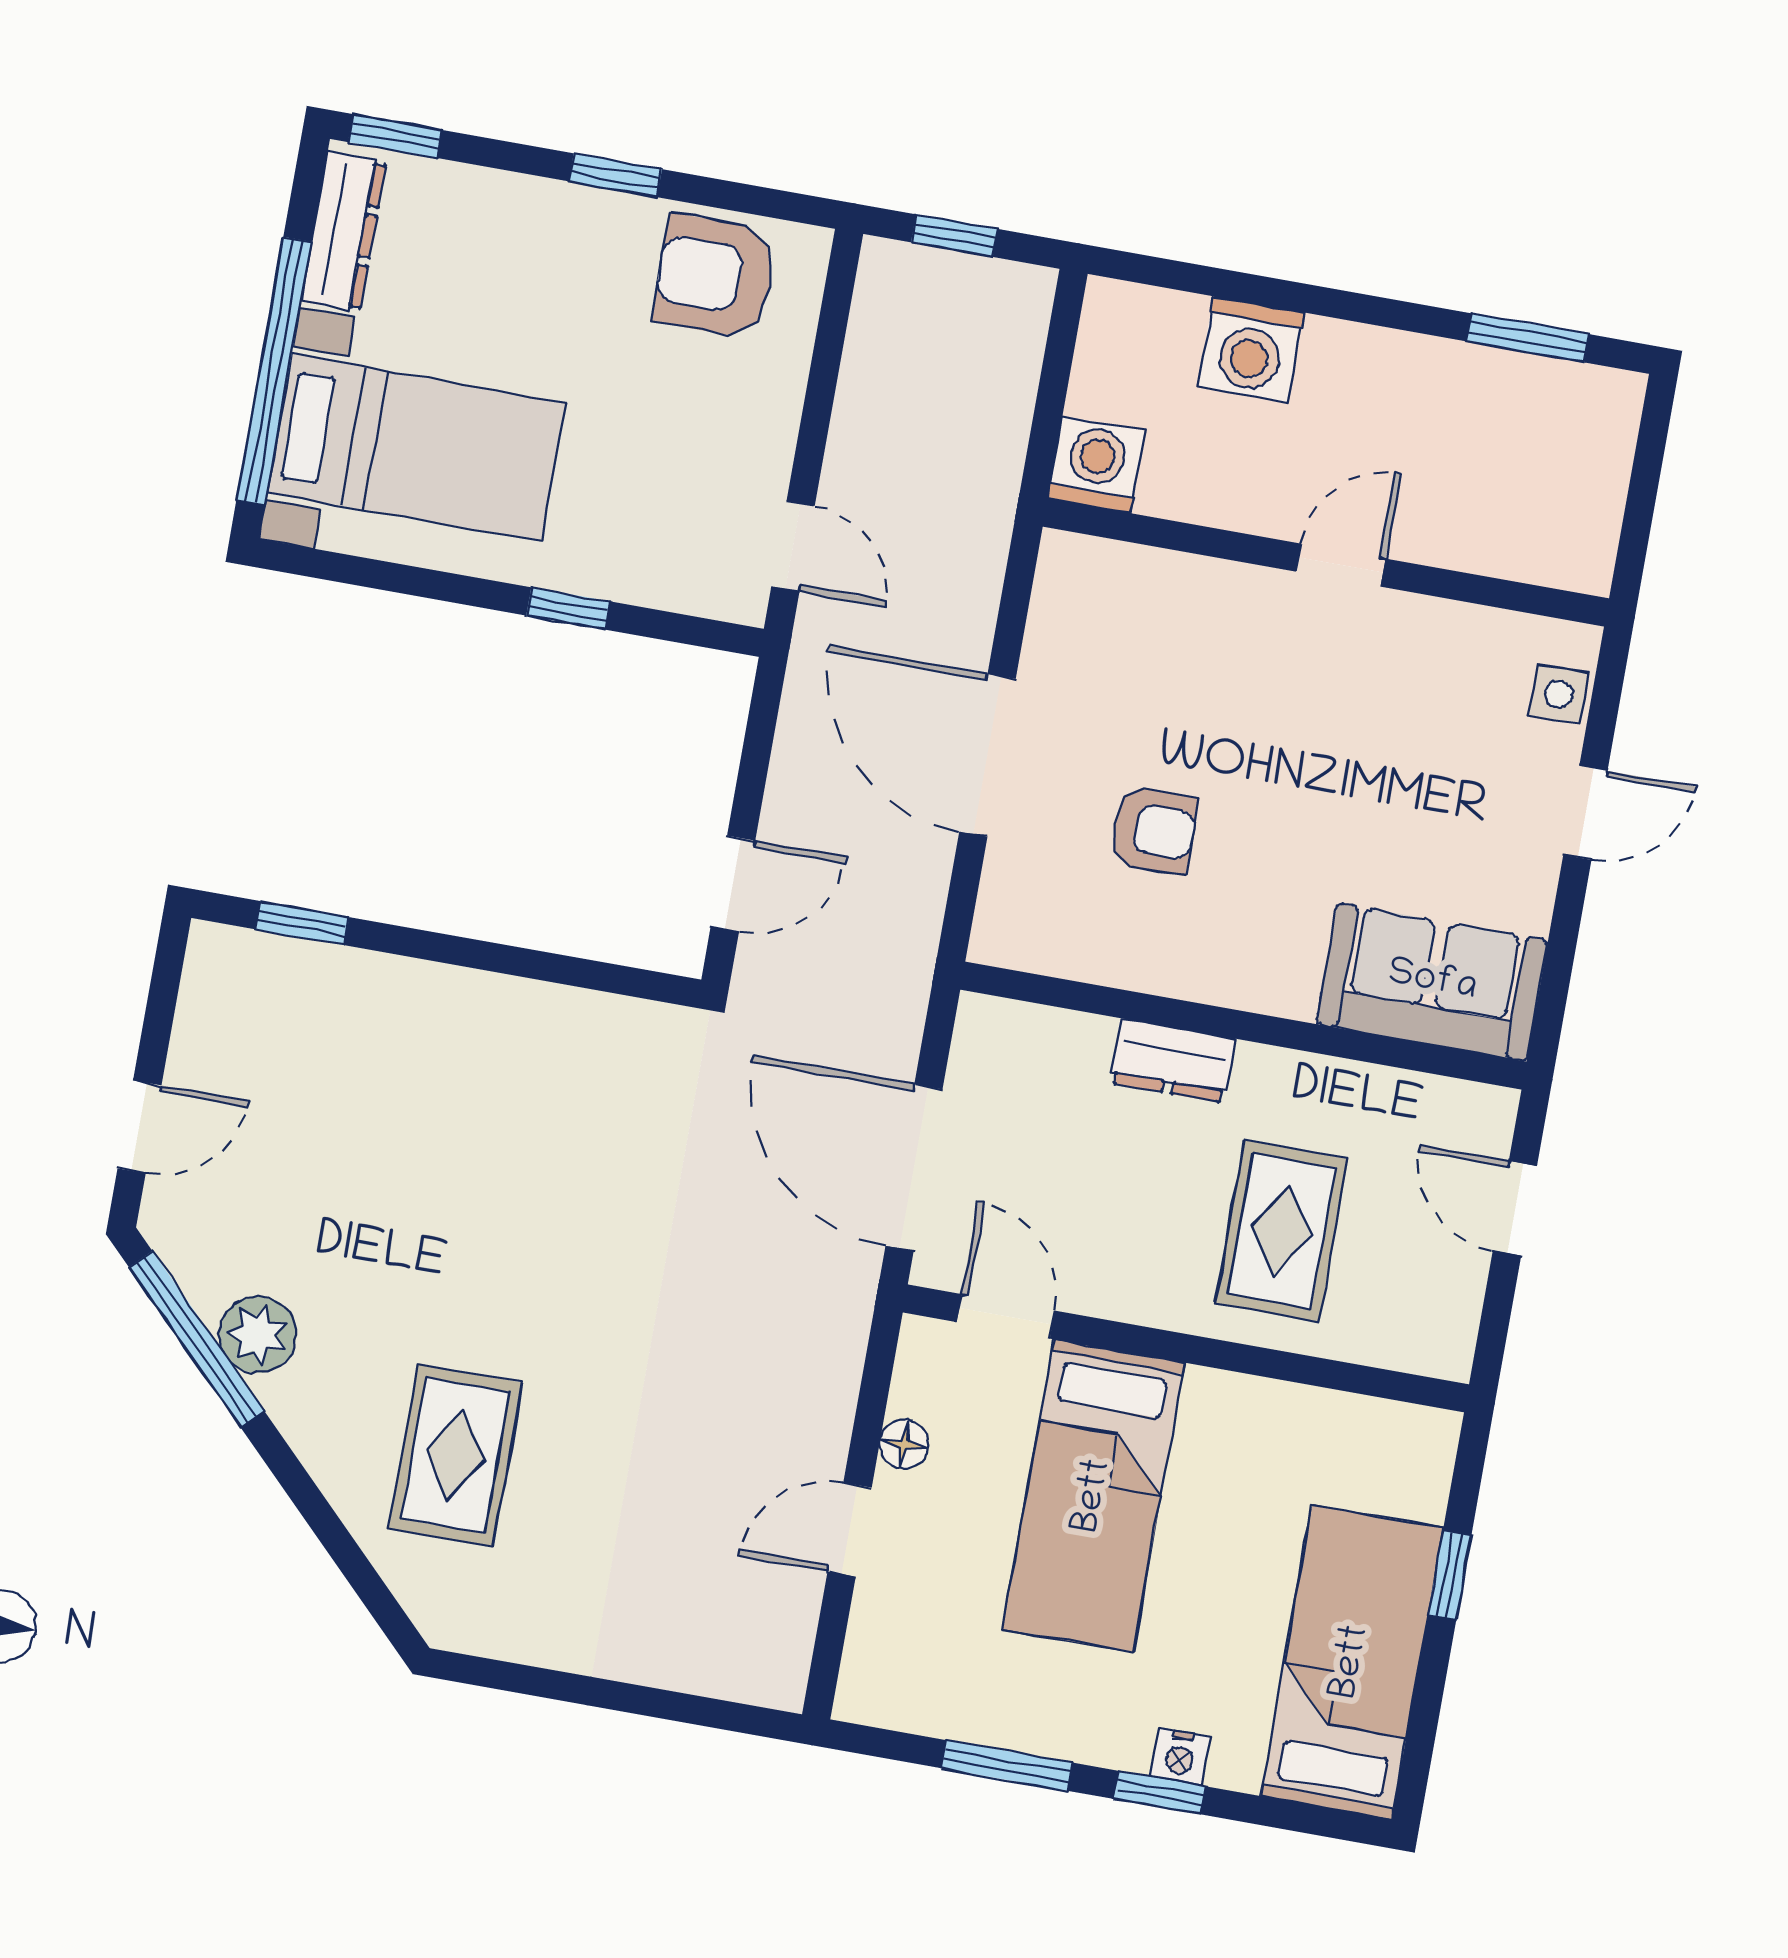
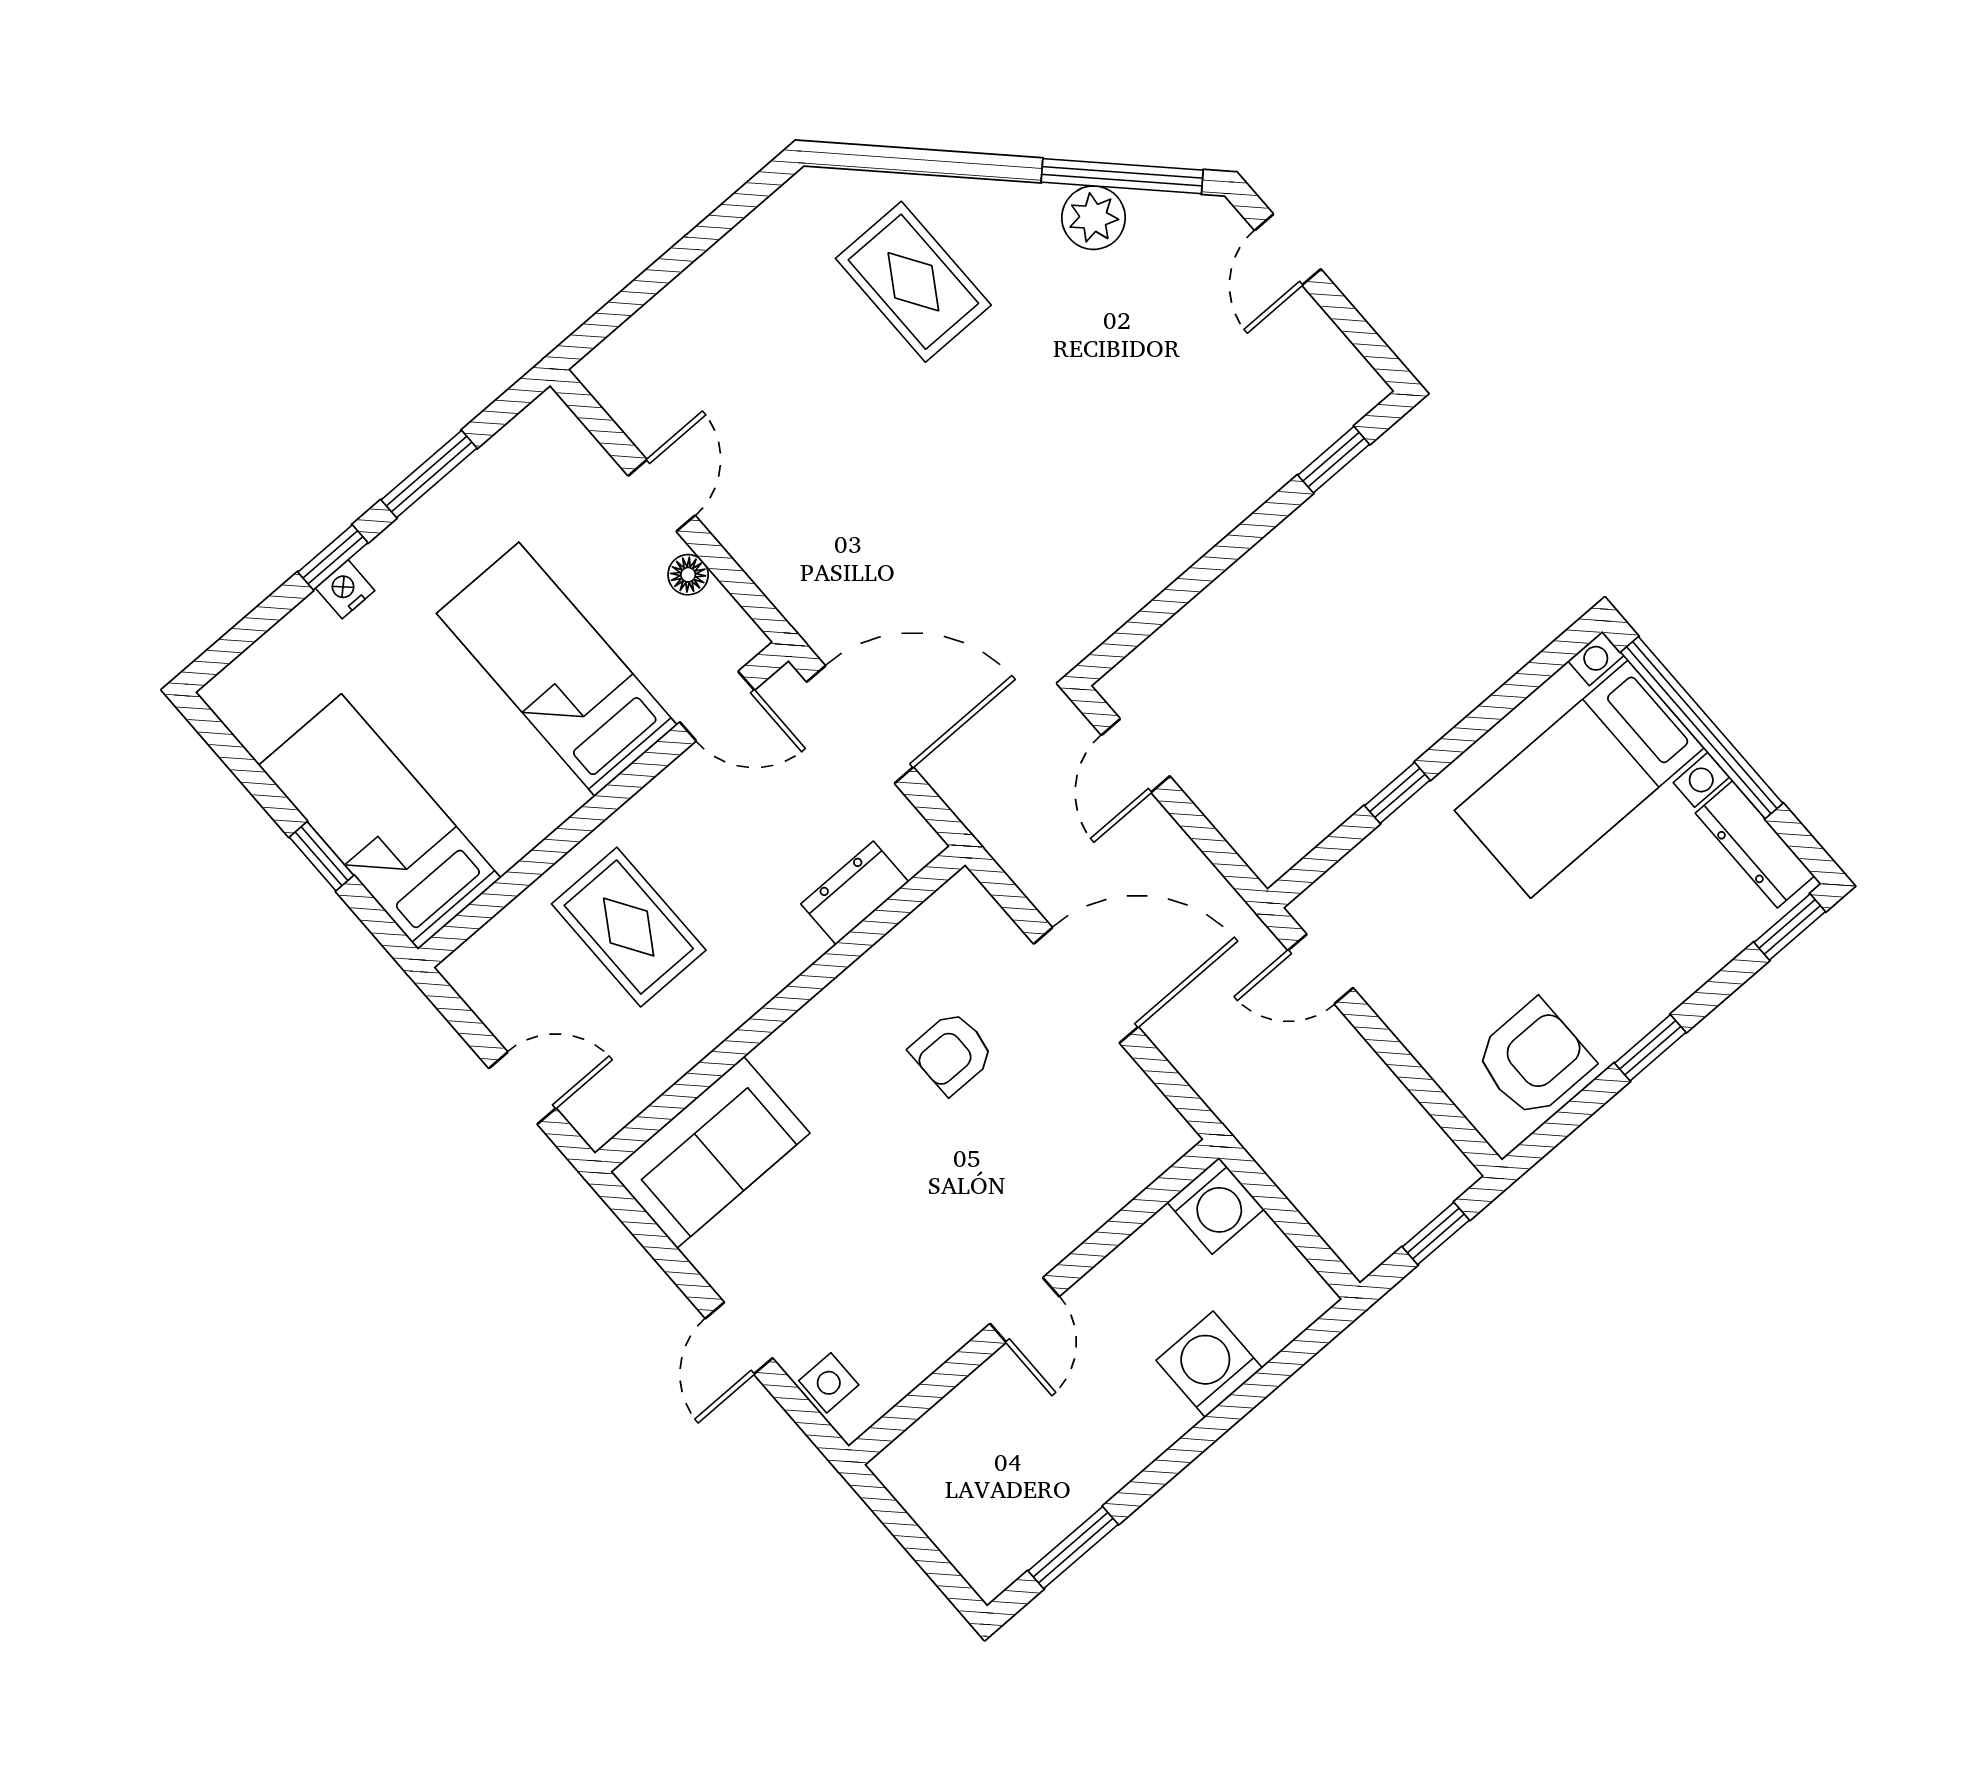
dresser: (1172, 1061) -> (855, 893), moved
bed: (1352, 1662) -> (380, 822), moved, turned 180

